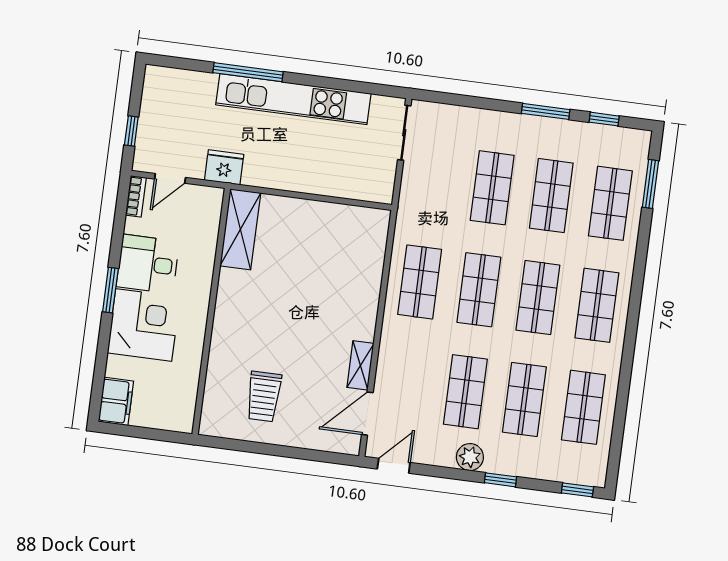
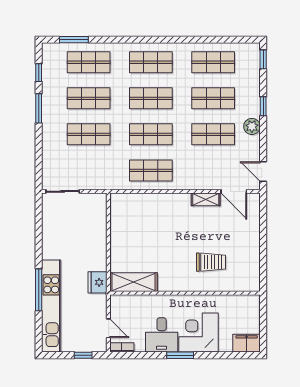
kitchen unit: (293, 99) -> (51, 306), moved
fridge: (224, 167) -> (98, 282), moved
trolley: (264, 396) -> (211, 262), moved

